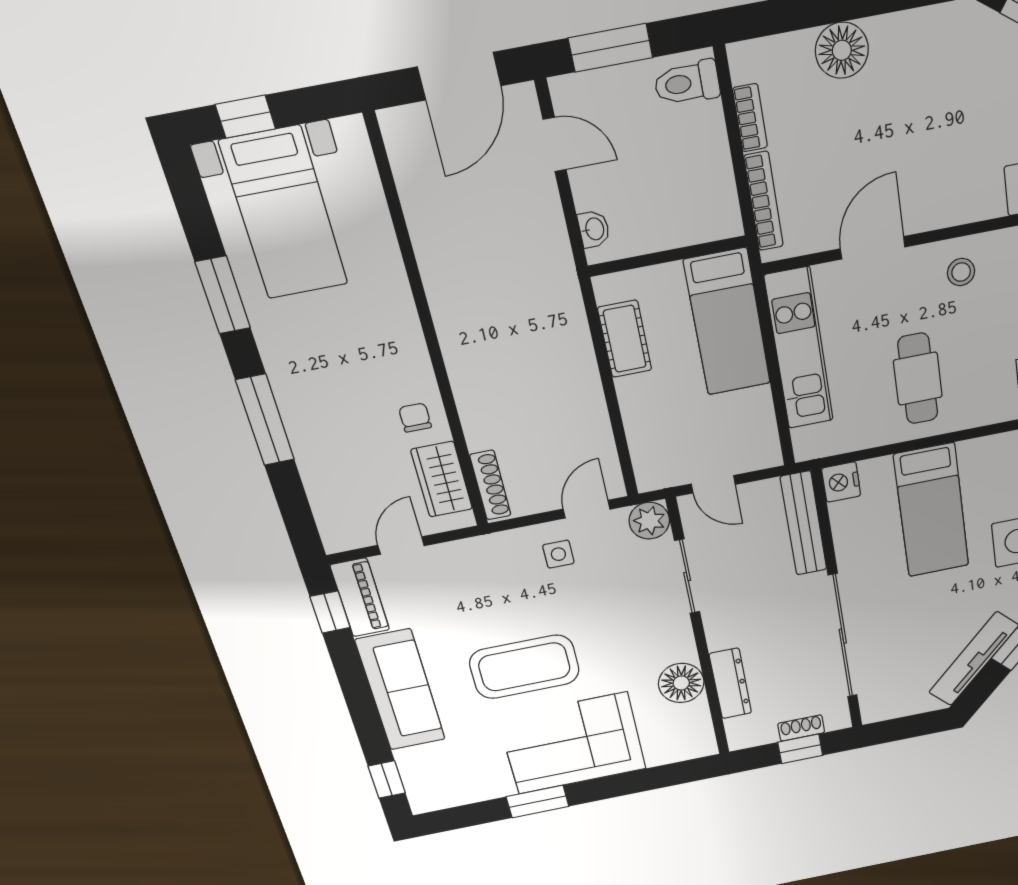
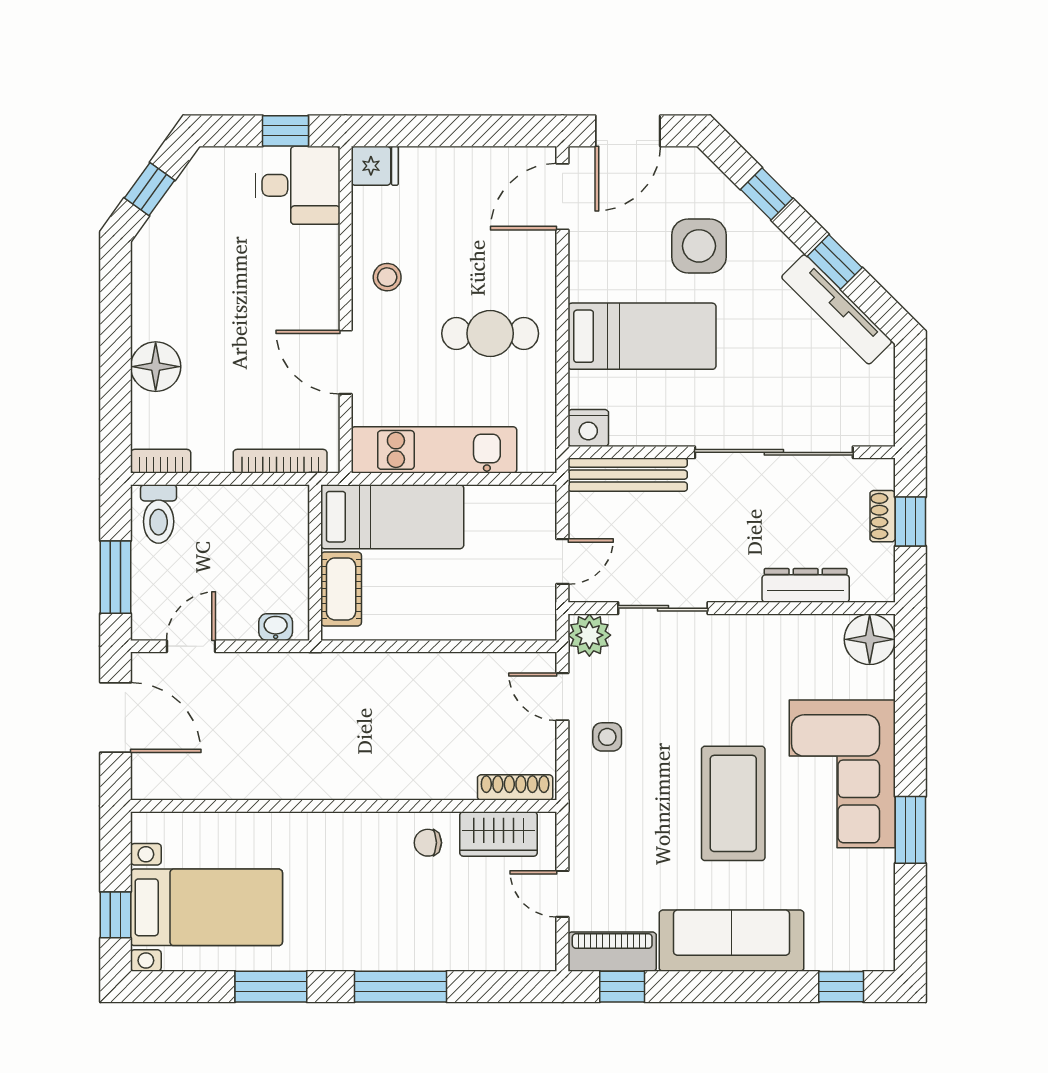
bookcase: (750, 118) -> (161, 461), moved
cot: (625, 339) -> (341, 589), moved, turned 90
floor lamp: (681, 683) -> (870, 639), moved

